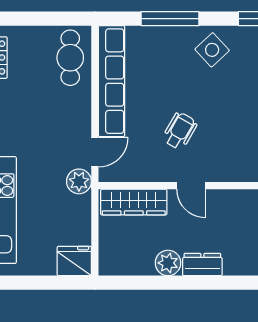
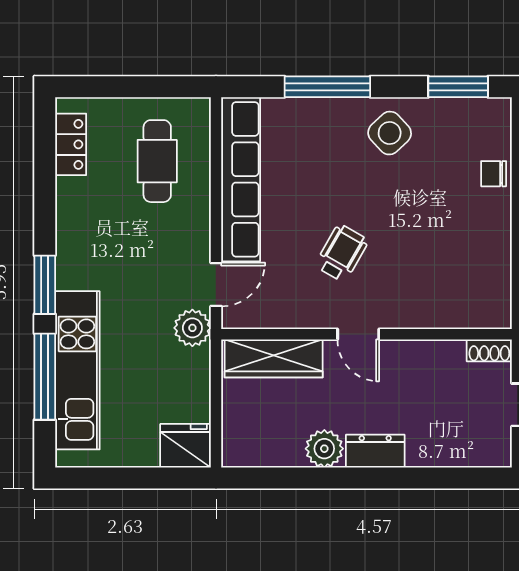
cafe table: (70, 58) -> (157, 161), moved

